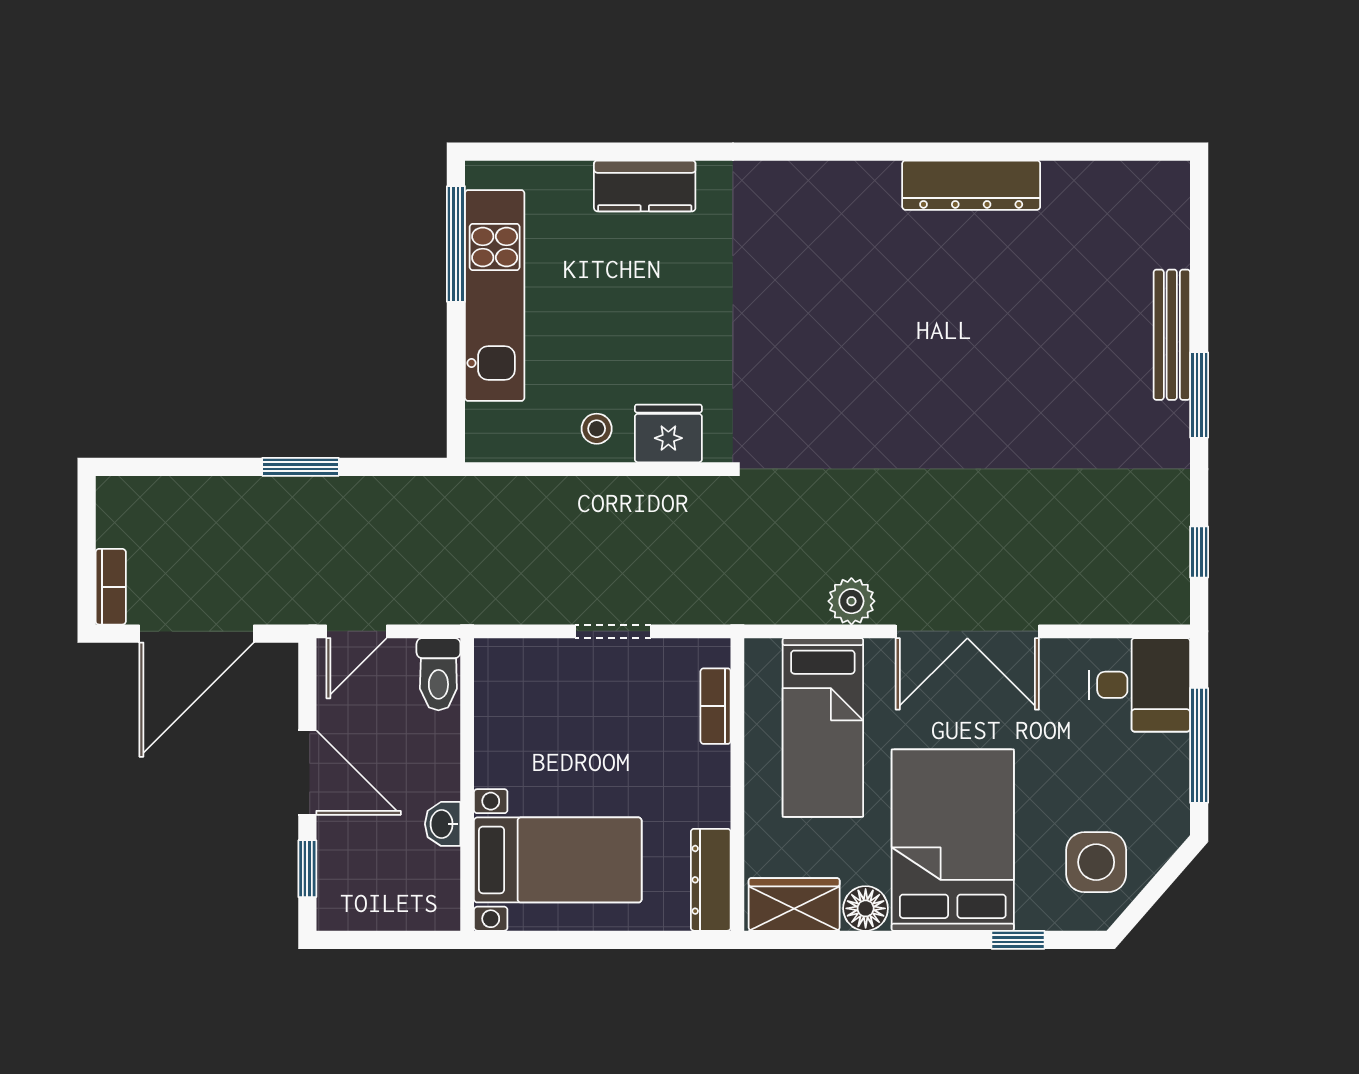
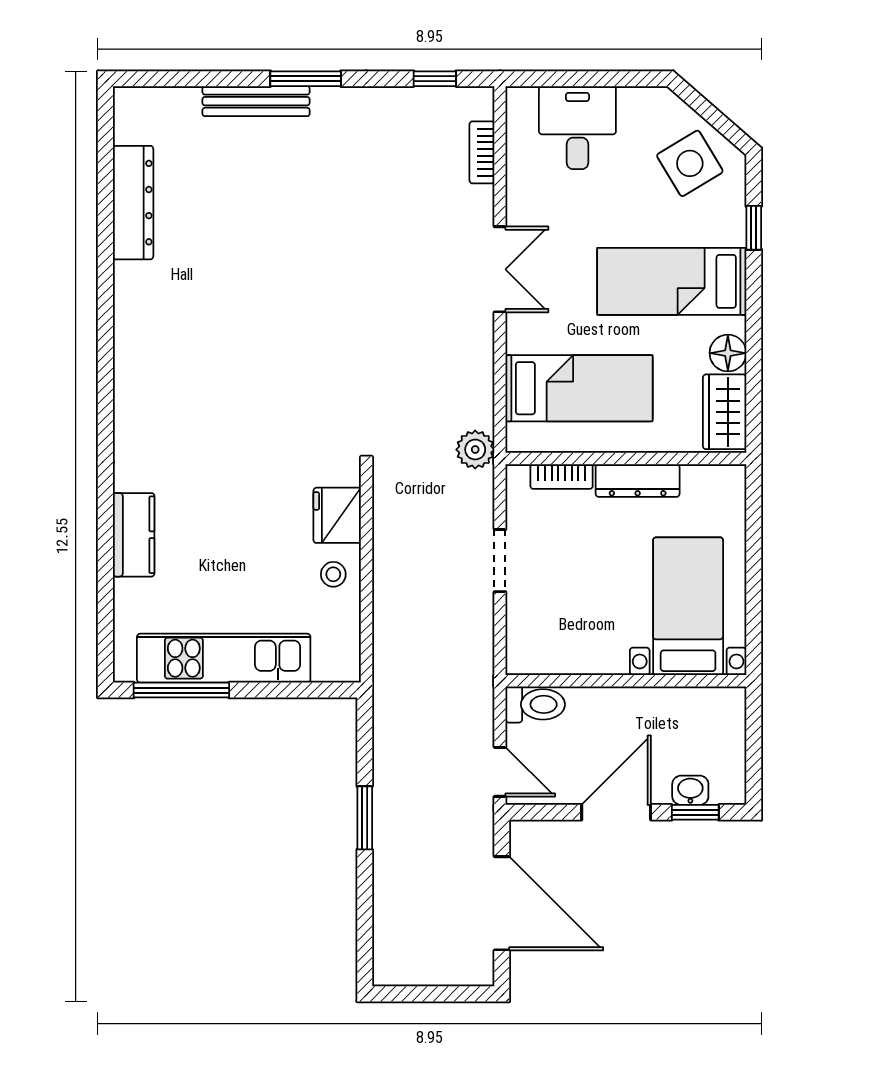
dresser: (971, 185) -> (133, 203), moved
bookcase: (111, 587) -> (482, 152), moved, turned -90
plant: (851, 601) -> (475, 450), moved
double door: (967, 631) -> (500, 269), width x0.73
desk: (1140, 685) -> (577, 128), moved
window: (1199, 745) -> (594, 79), removed
washbasin: (443, 824) -> (690, 790), moved, turned 180
bed: (953, 840) -> (672, 281), width x0.67
side table: (1096, 862) -> (690, 163), turned -31
dresser: (711, 880) -> (638, 480), moved

